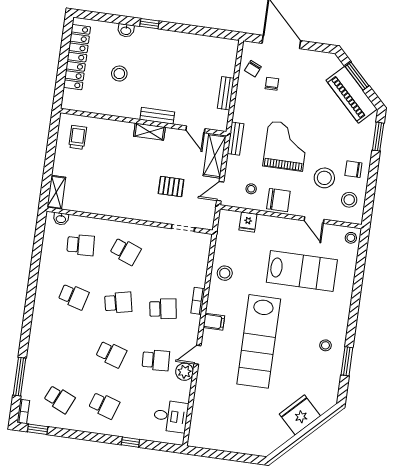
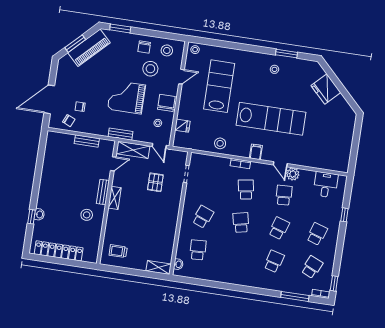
window: (149, 24) -> (31, 217), moved
stool: (119, 74) -> (87, 215), moved
school desk: (74, 296) -> (274, 261), moved

